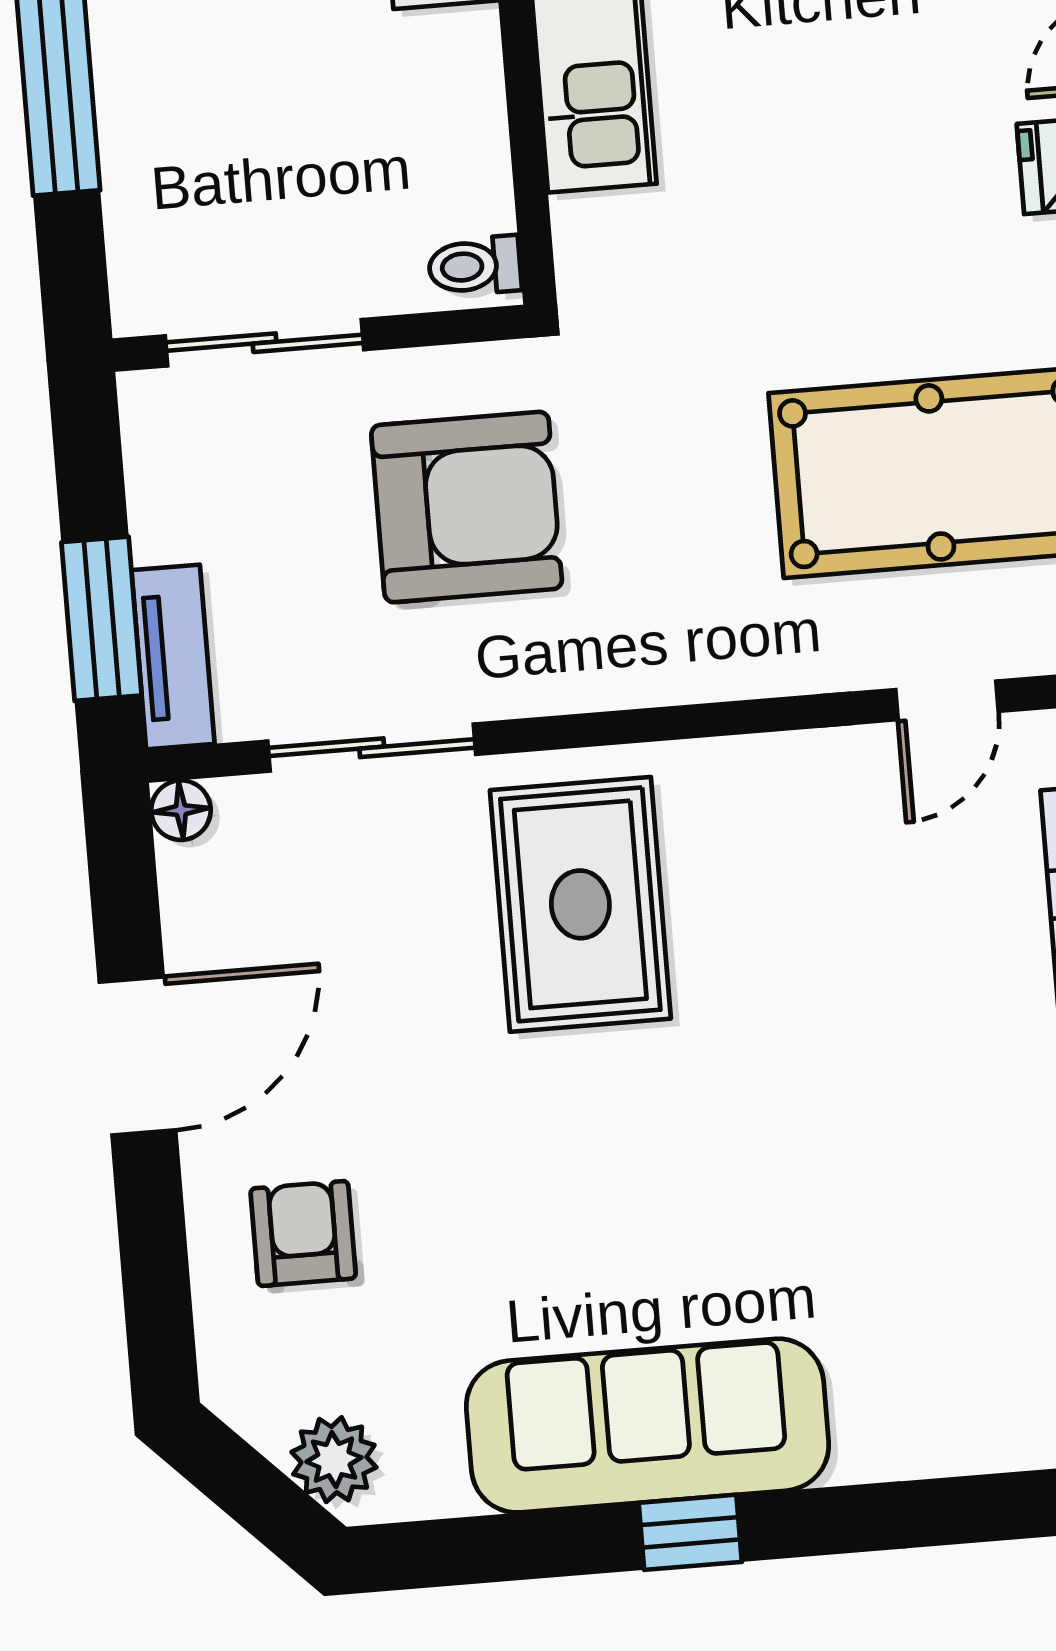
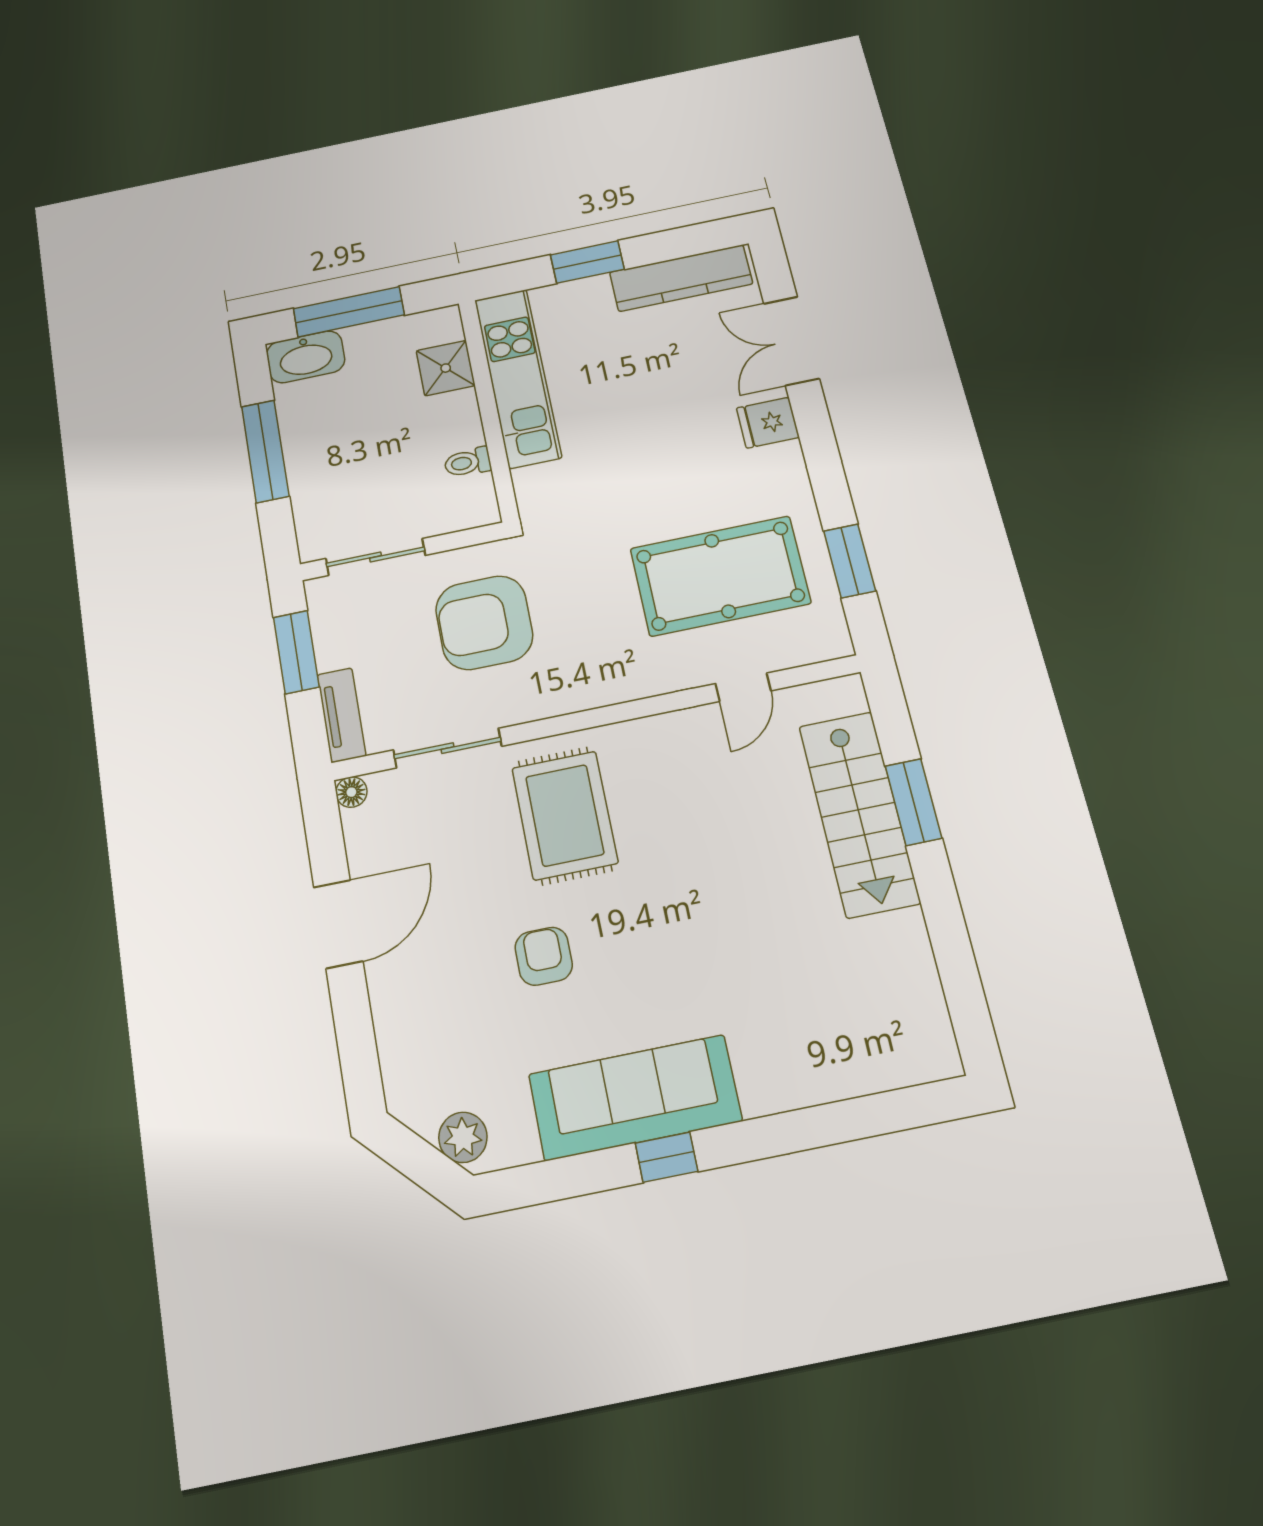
toilet: (475, 266) -> (468, 462), moved
armchair: (467, 507) -> (484, 623), turned 180
window: (102, 619) -> (296, 652), moved
armchair: (303, 1233) -> (544, 956), moved

